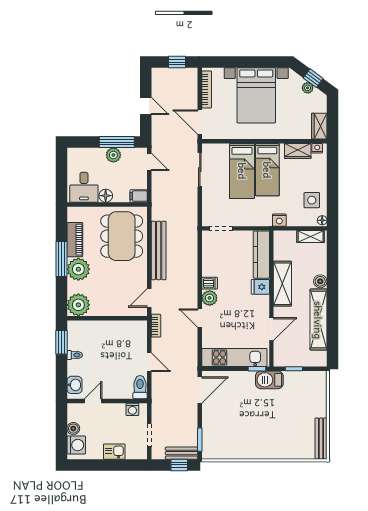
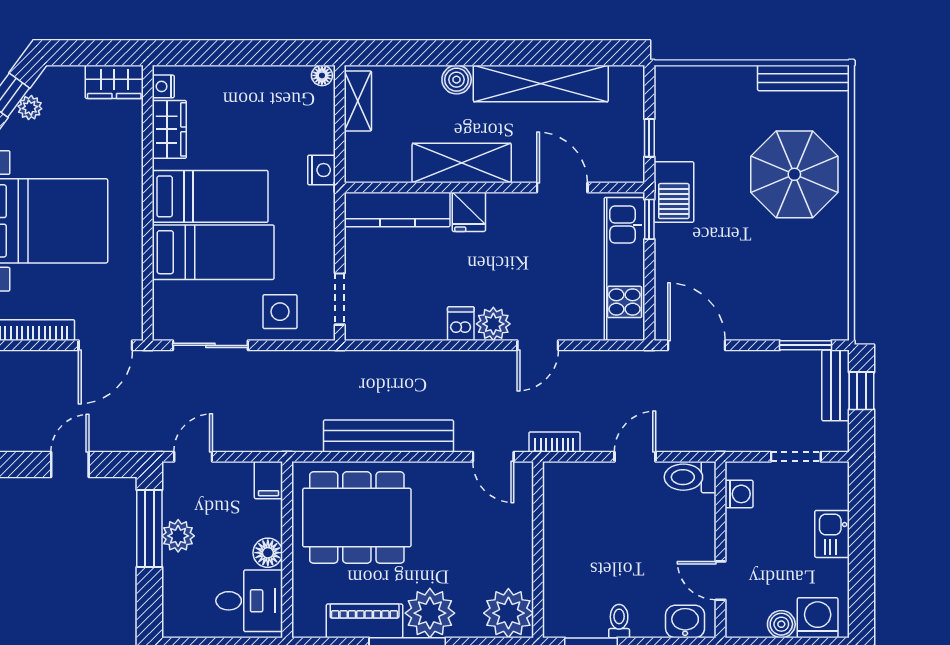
side table: (312, 200) -> (280, 312), moved
parasol: (277, 434) -> (794, 174), added

